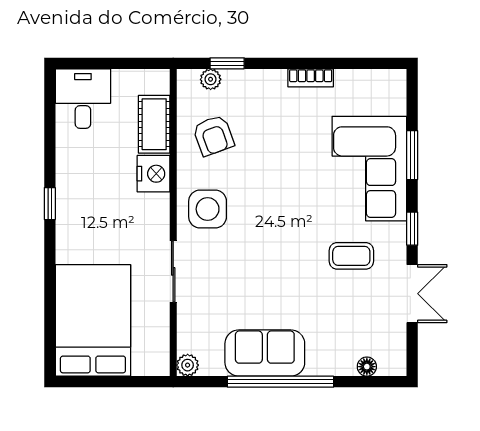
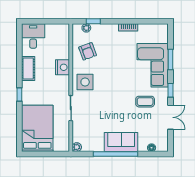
cot: (154, 124) -> (28, 69), moved
window: (50, 204) -> (19, 95), moved
sofa: (265, 353) -> (121, 142), moved

